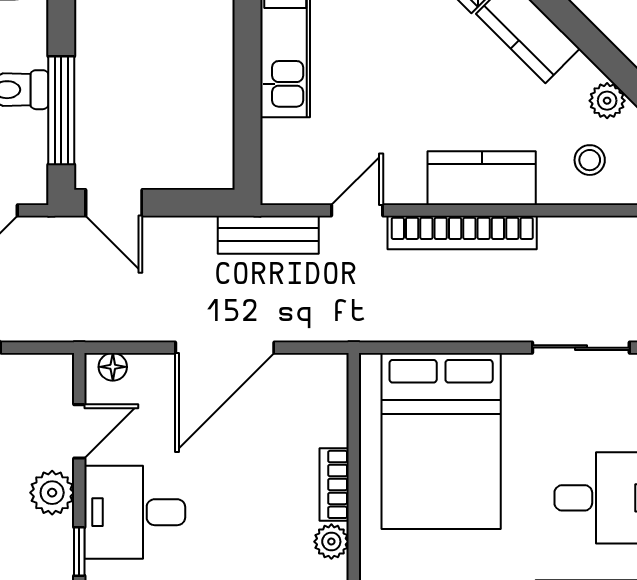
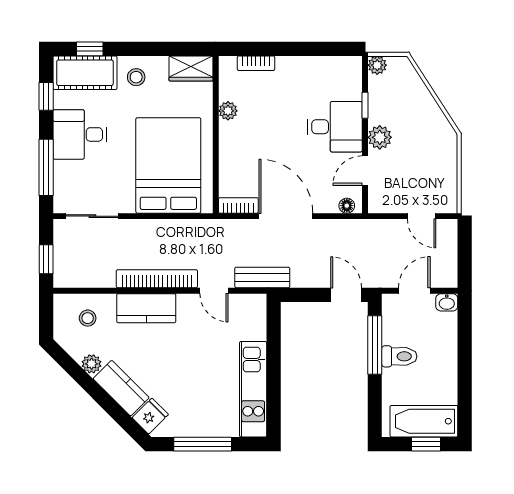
plant: (607, 101) -> (92, 364), moved
door: (357, 210) -> (214, 291), hinge flipped
door: (225, 348) -> (286, 216), hinge flipped
bookcase: (334, 484) -> (238, 205), moved, turned -90

